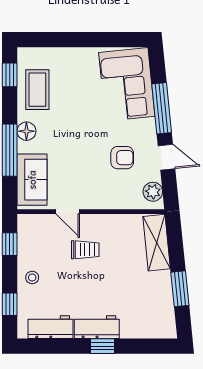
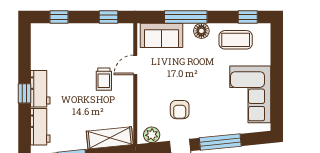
corner sofa: (127, 84) -> (250, 94), moved, turned -84
stool: (32, 277) -> (81, 36), removed
workbench: (50, 327) -> (40, 127), moved

